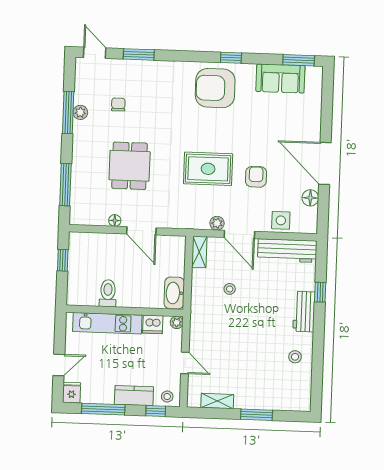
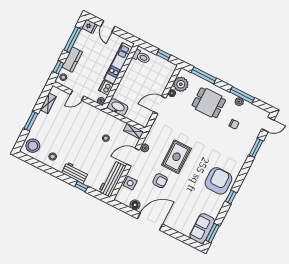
sofa: (280, 79) -> (202, 229), moved
dining table: (130, 166) -> (209, 103), moved
plant: (95, 213) -> (181, 84), added
toilet: (108, 293) -> (141, 57), moved
stool: (293, 395) -> (33, 146), added

